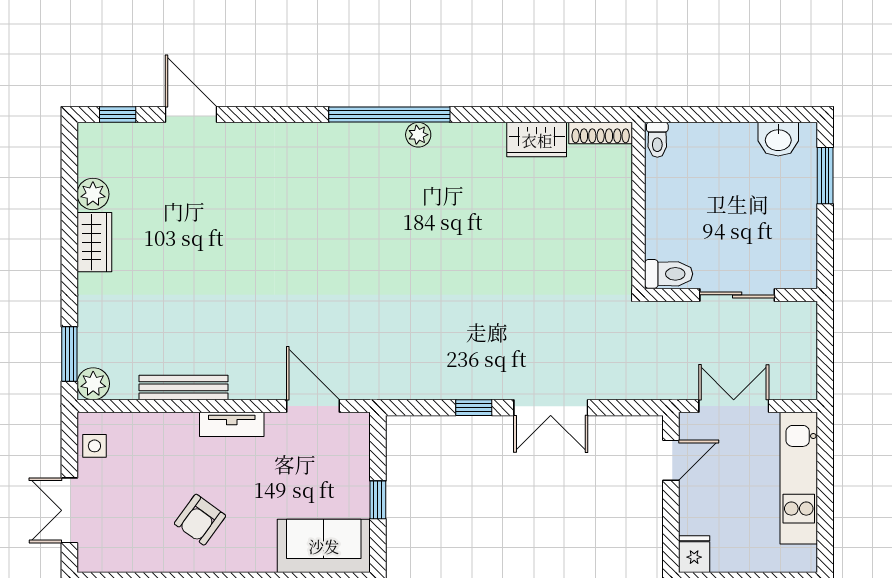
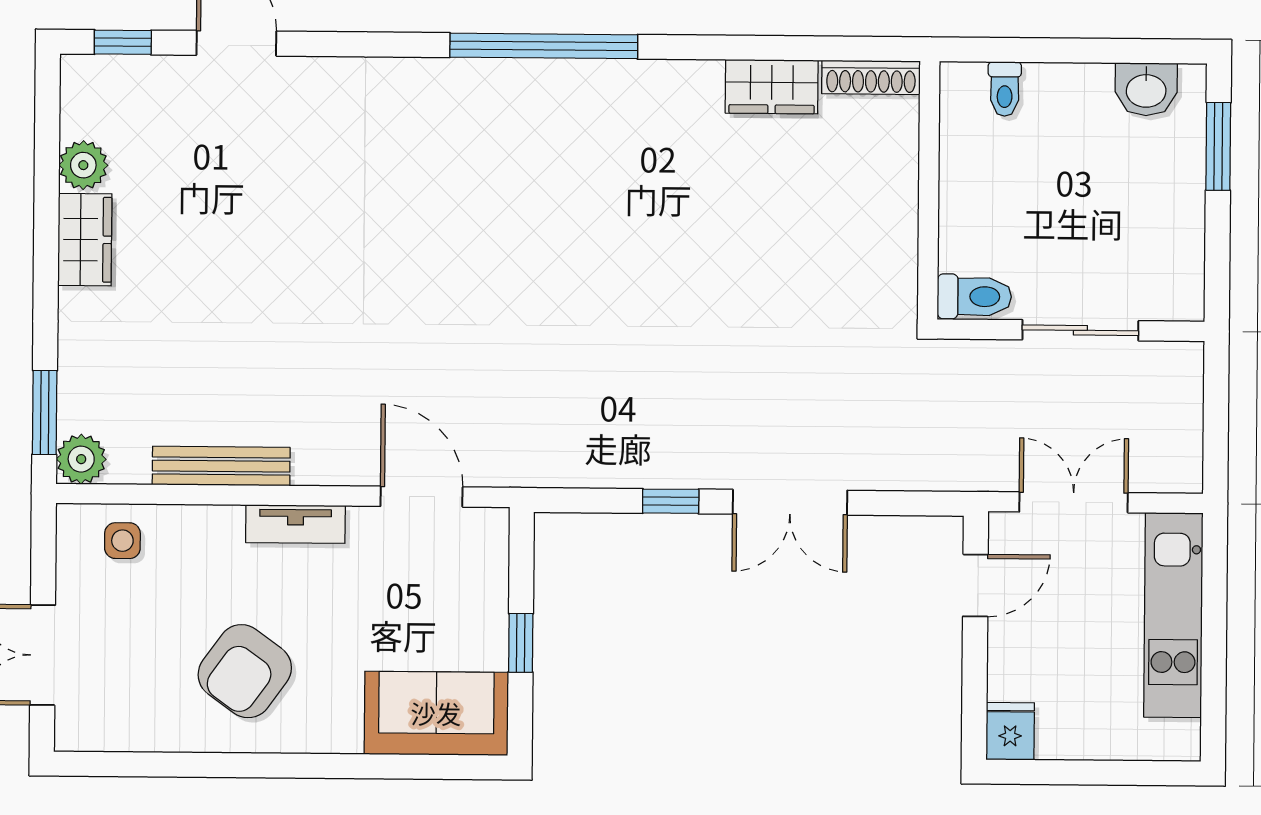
plant: (418, 135) -> (588, 78), removed
toilet: (657, 140) -> (1005, 89), moved
side table: (94, 446) -> (122, 541), moved
armchair: (200, 520) -> (245, 671), width x1.38, depth x1.38

